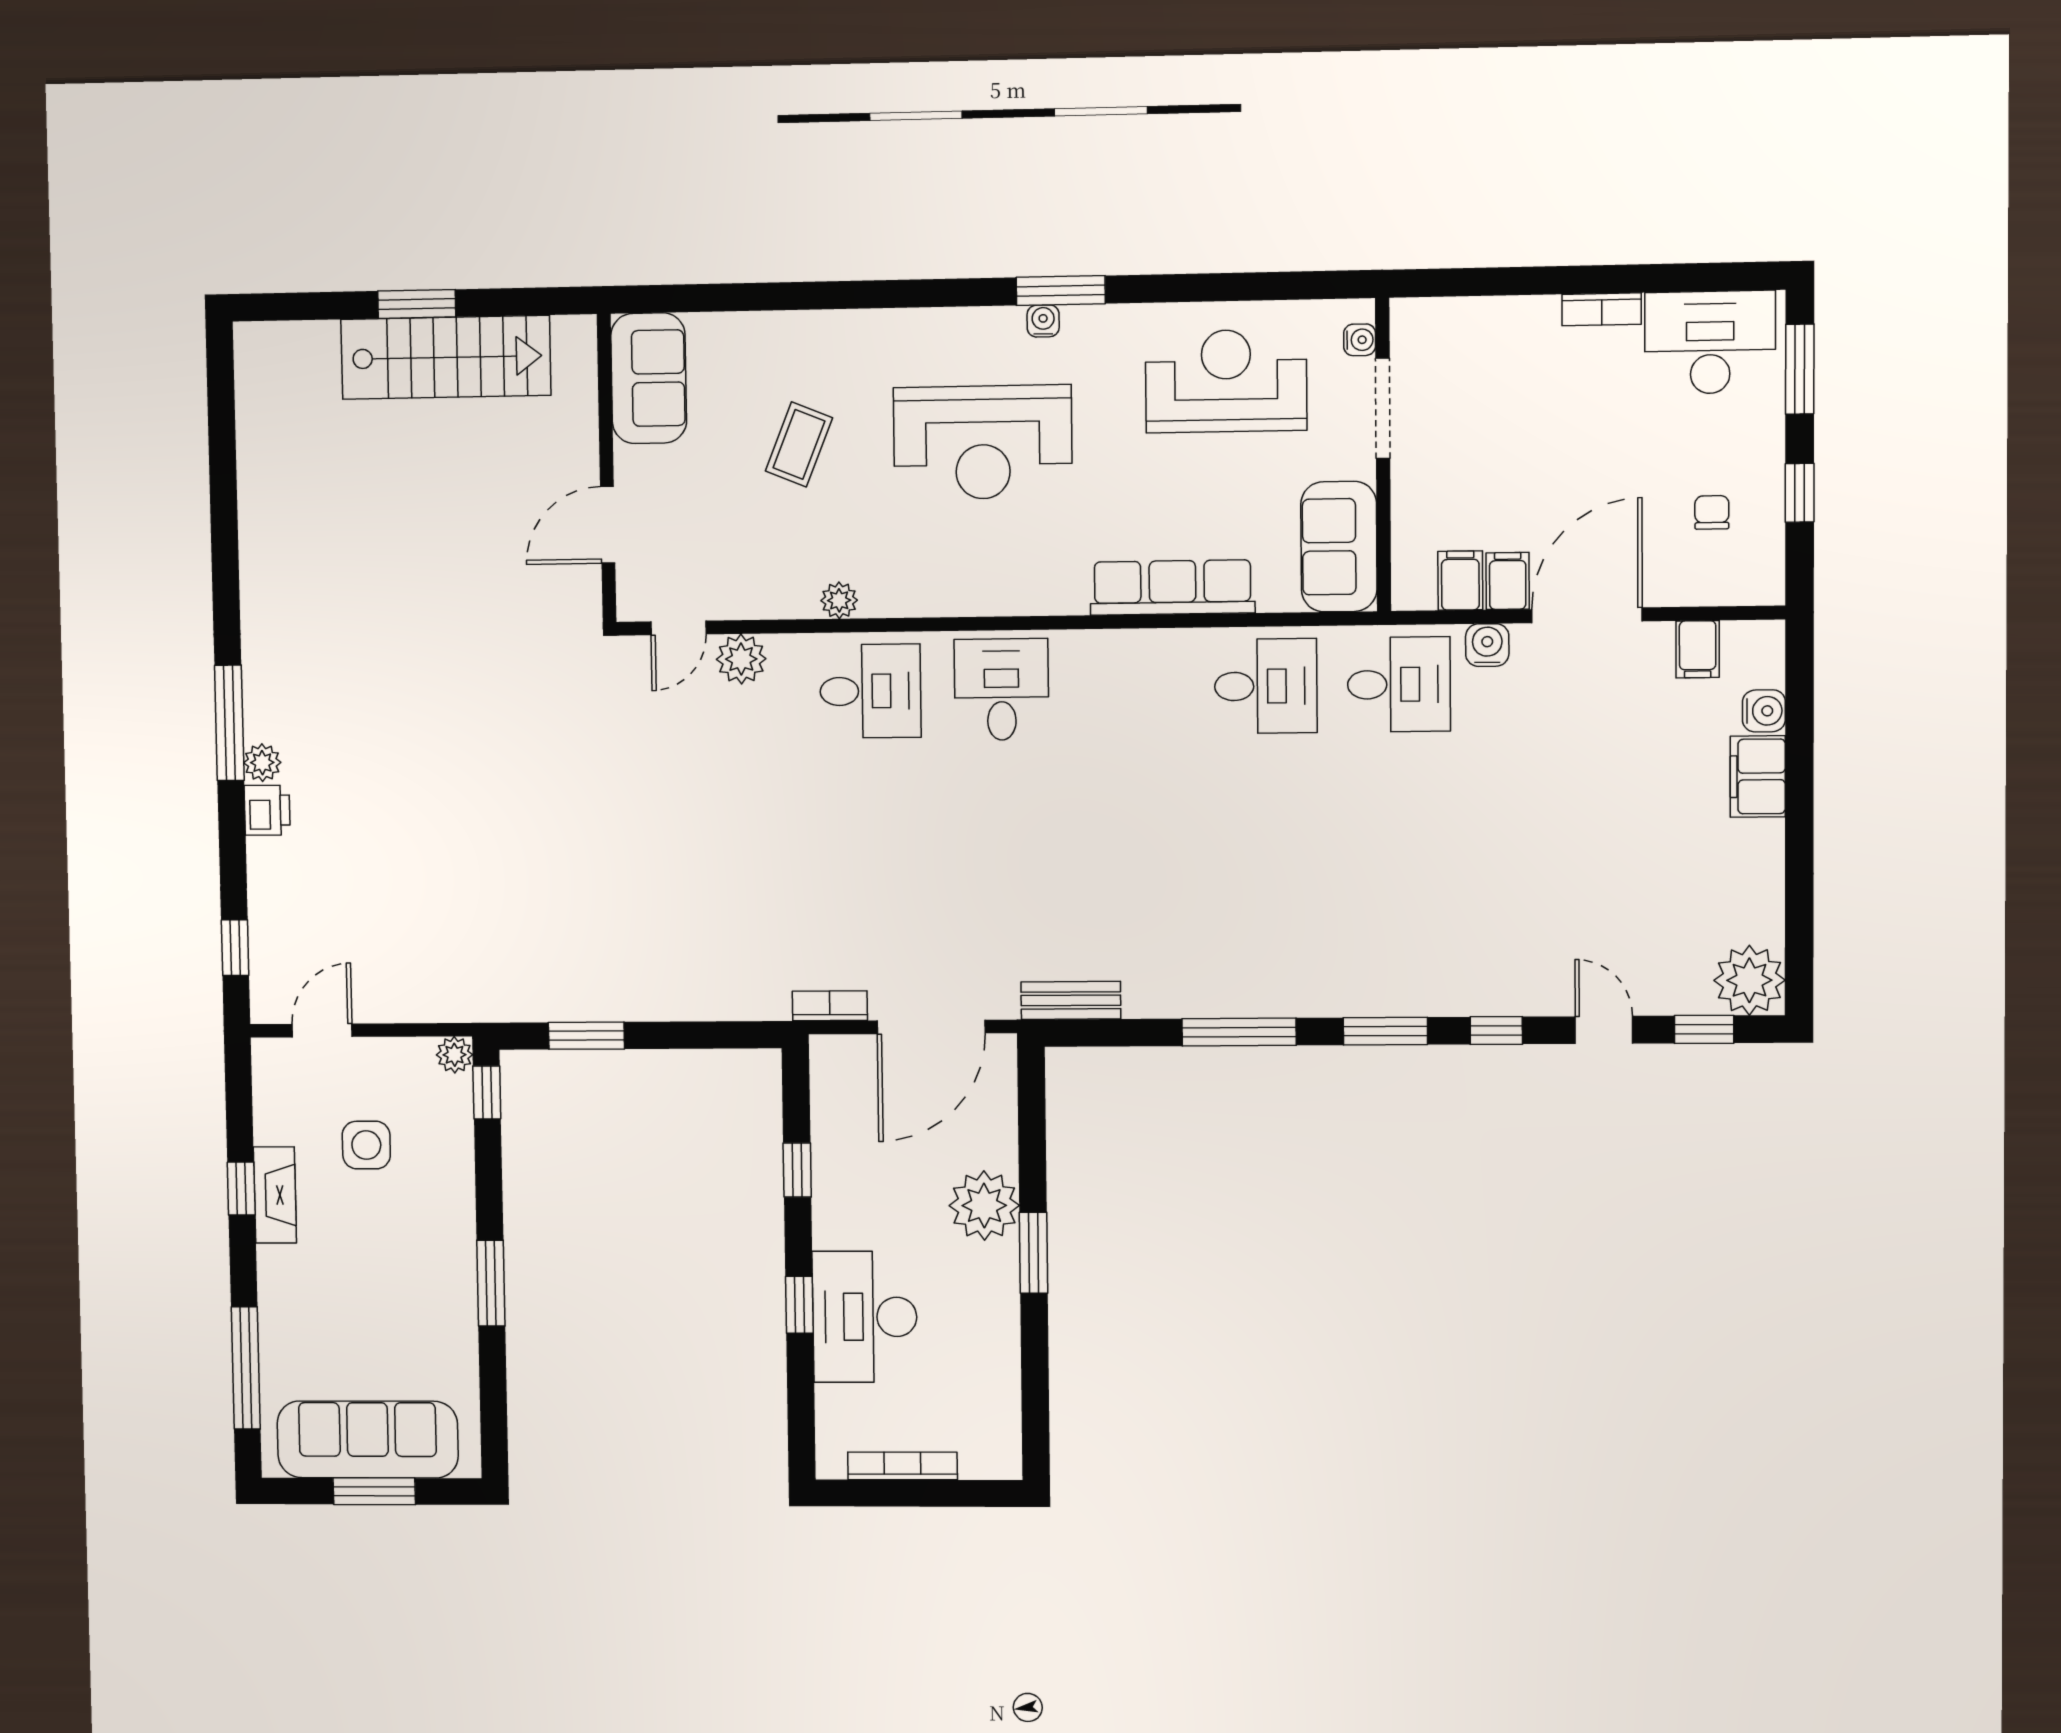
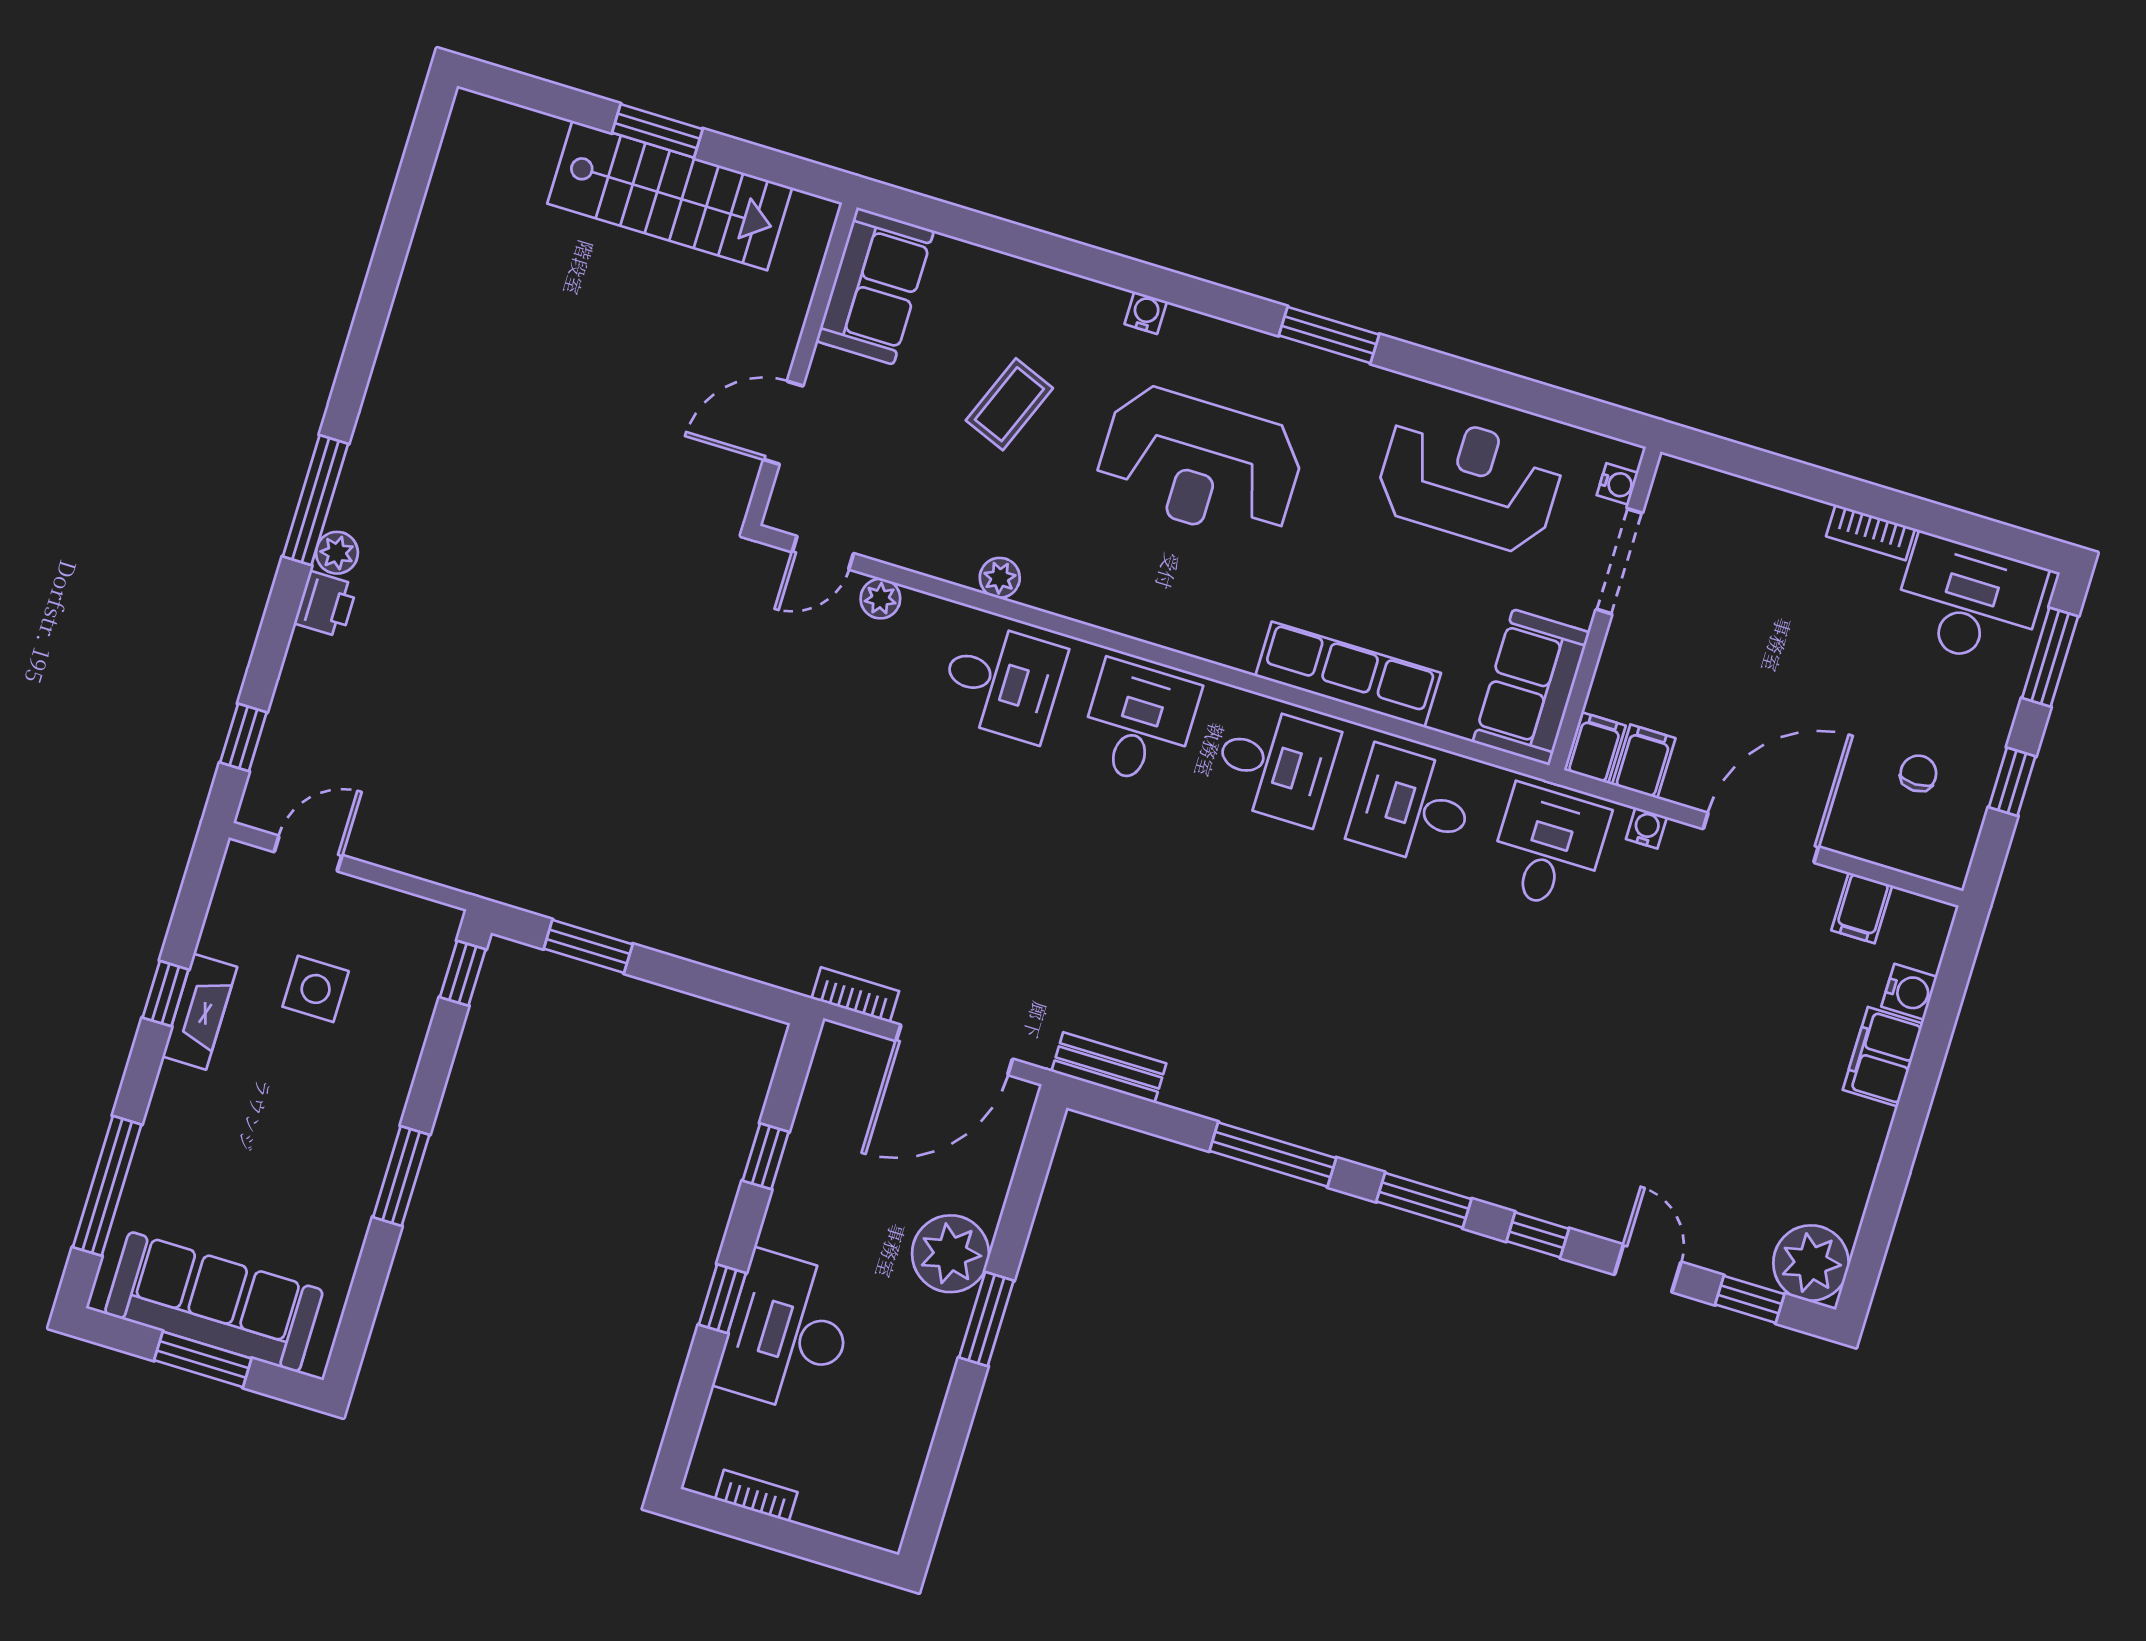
water cooler: (1043, 321) -> (1146, 313), moved
filing cabinet: (1508, 581) -> (1595, 748), moved
water cooler: (1487, 645) -> (1646, 828), width x0.72, depth x0.72
plant: (741, 659) -> (880, 599), width x0.73, depth x0.73
desk: (1399, 684) -> (1548, 848), turned -90
desk: (1266, 686) -> (1412, 806), turned 180
desk: (1133, 688) -> (1275, 765), added
plant: (455, 1055) -> (441, 923), removed
bookcase: (902, 1466) -> (756, 1496), width x0.64

